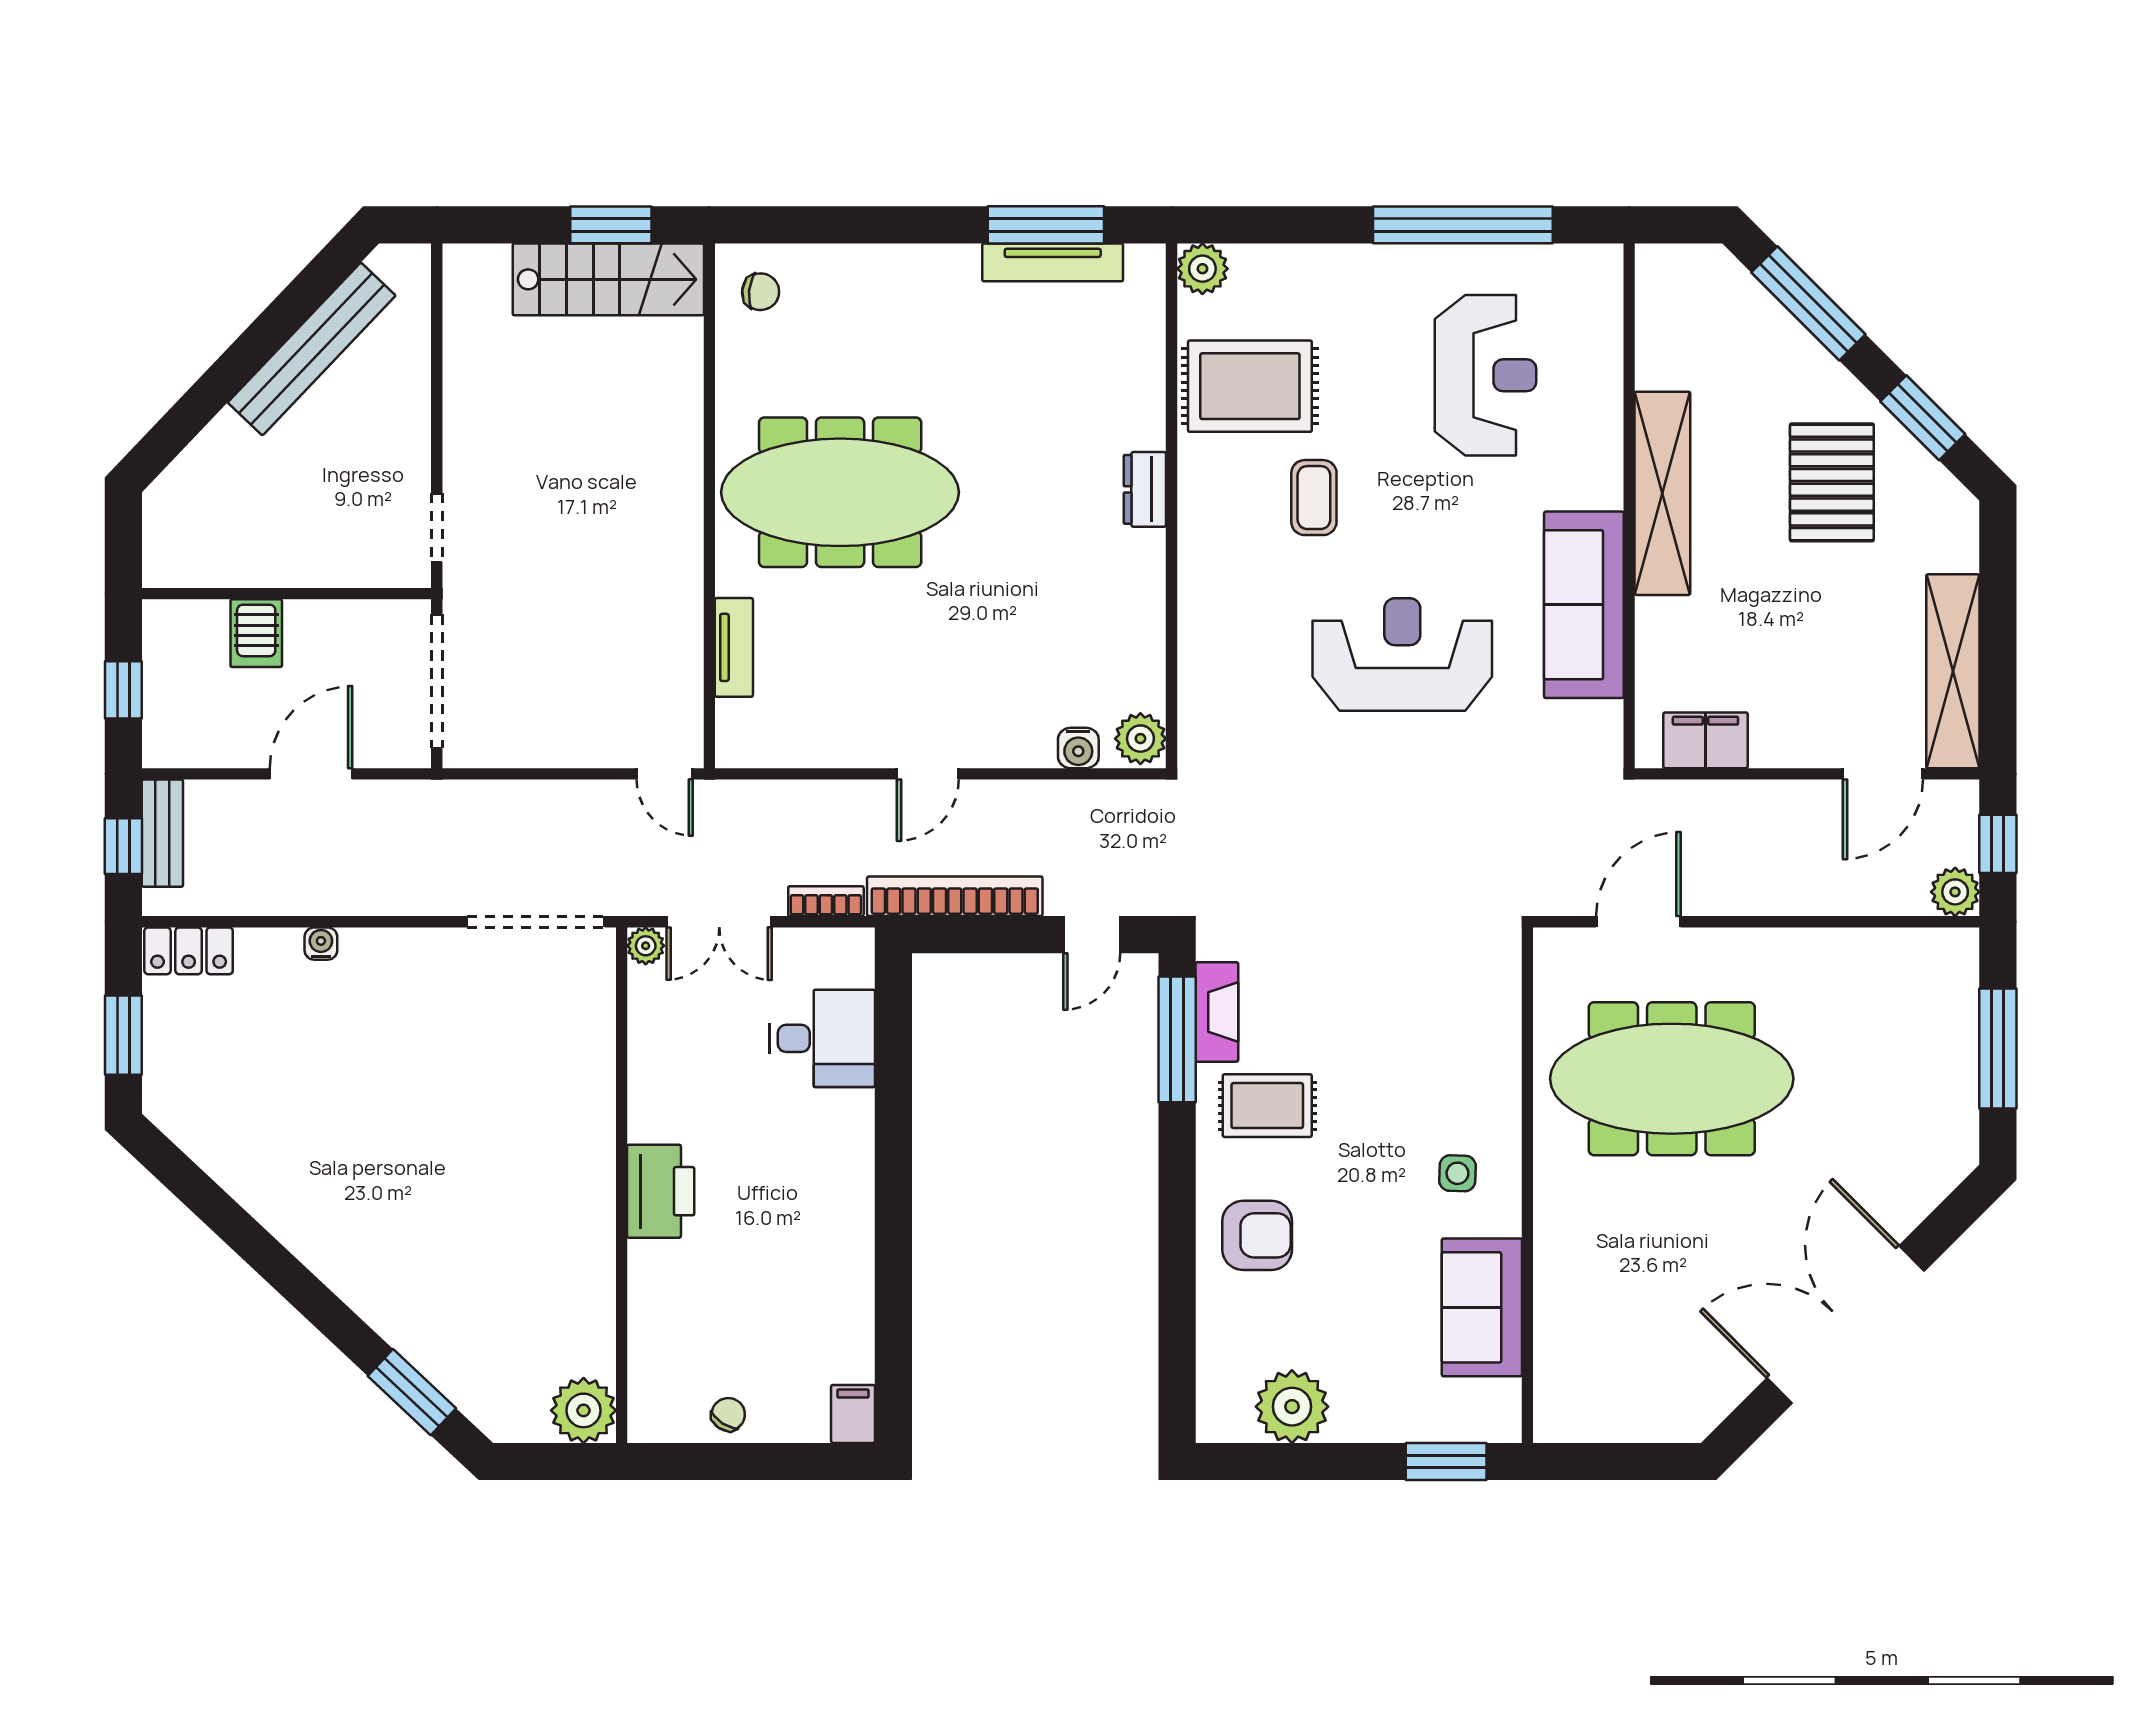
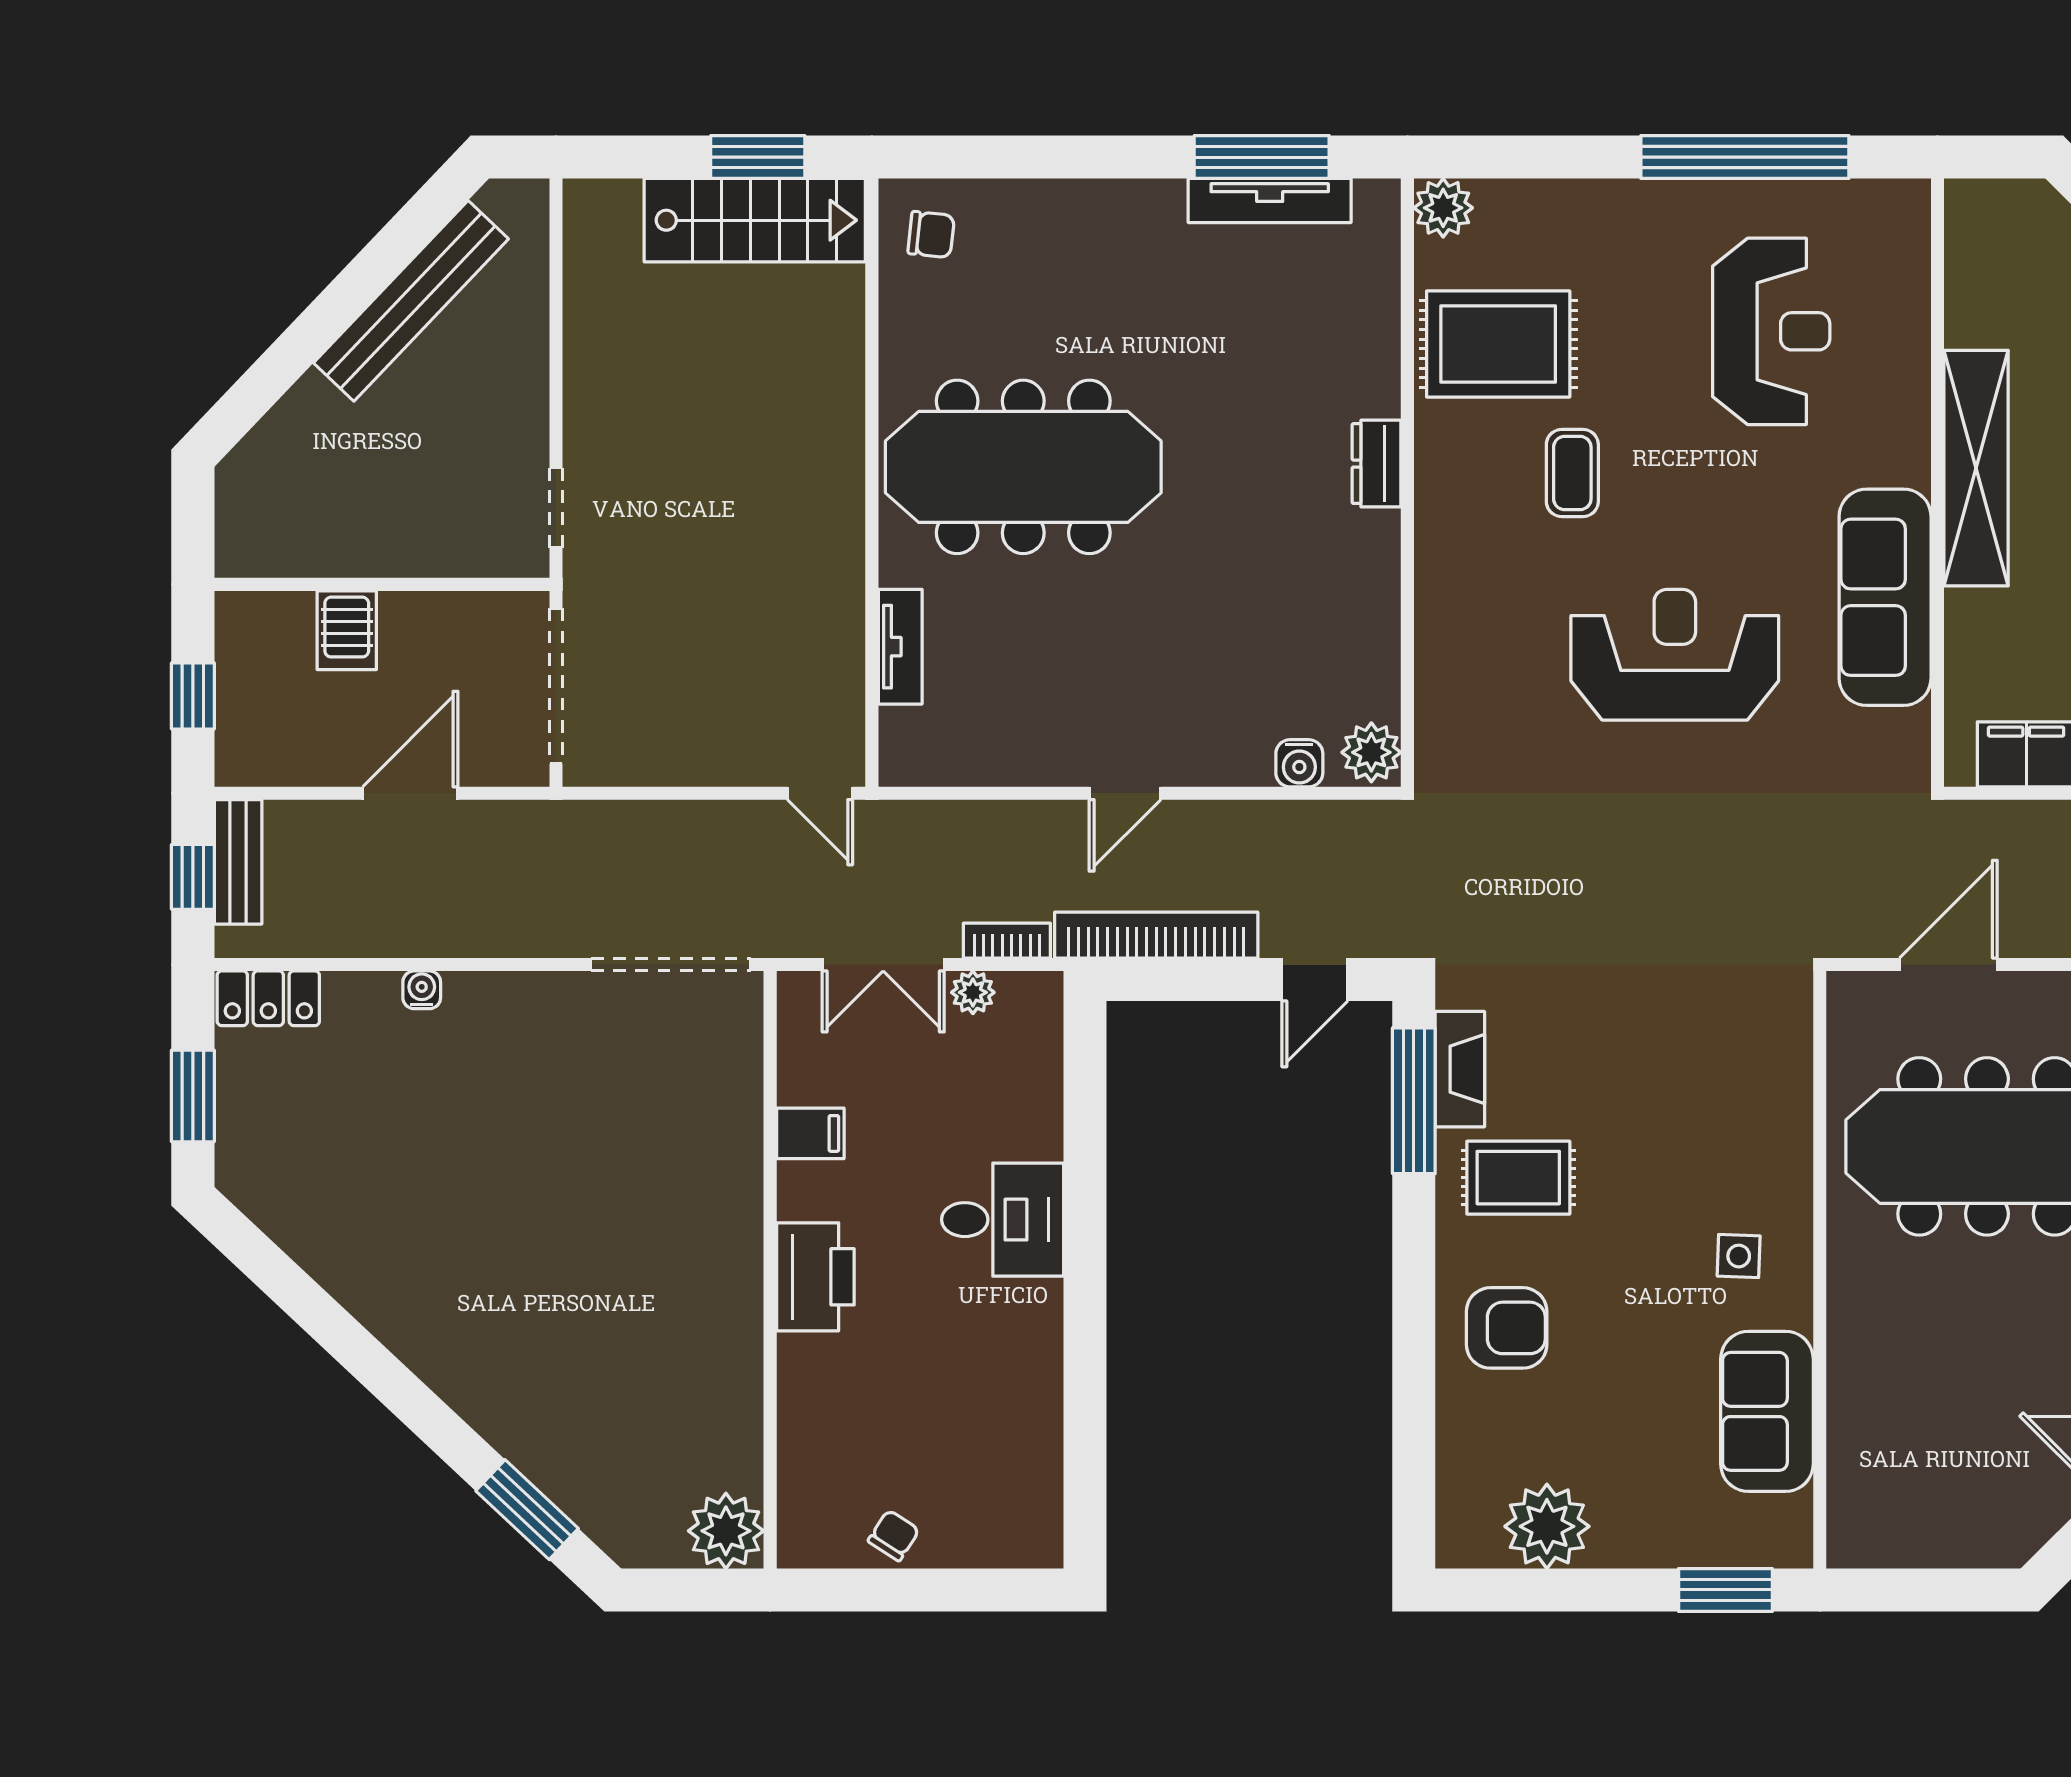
plant: (646, 946) -> (973, 992), moved
desk: (822, 1038) -> (1003, 1220), moved
filing cabinet: (853, 1414) -> (810, 1133), moved, turned 90

